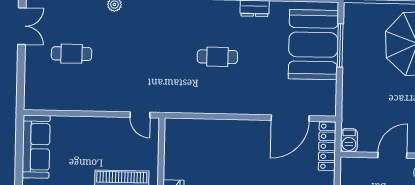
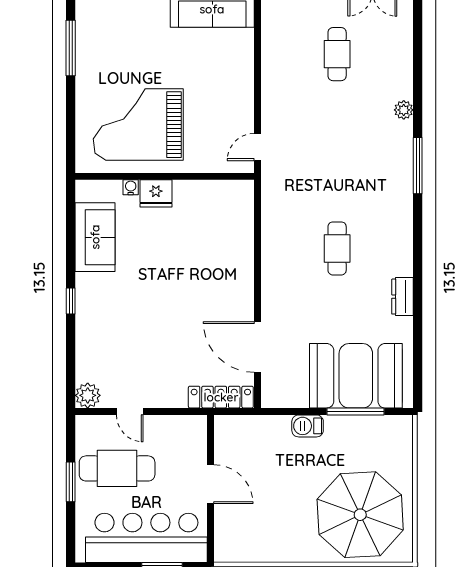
barbecue: (349, 140) -> (308, 426), moved

